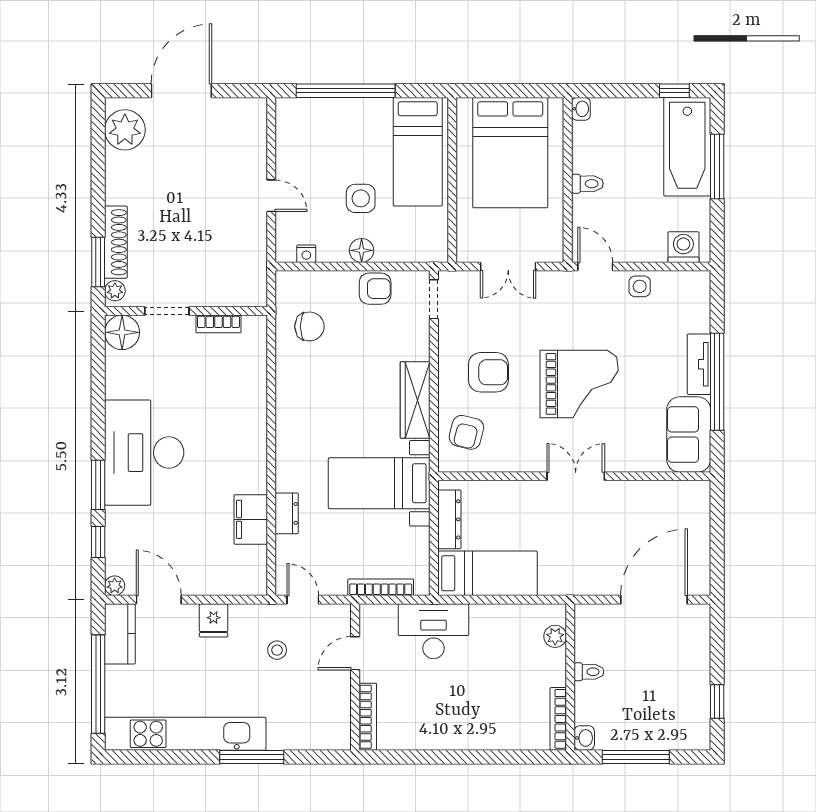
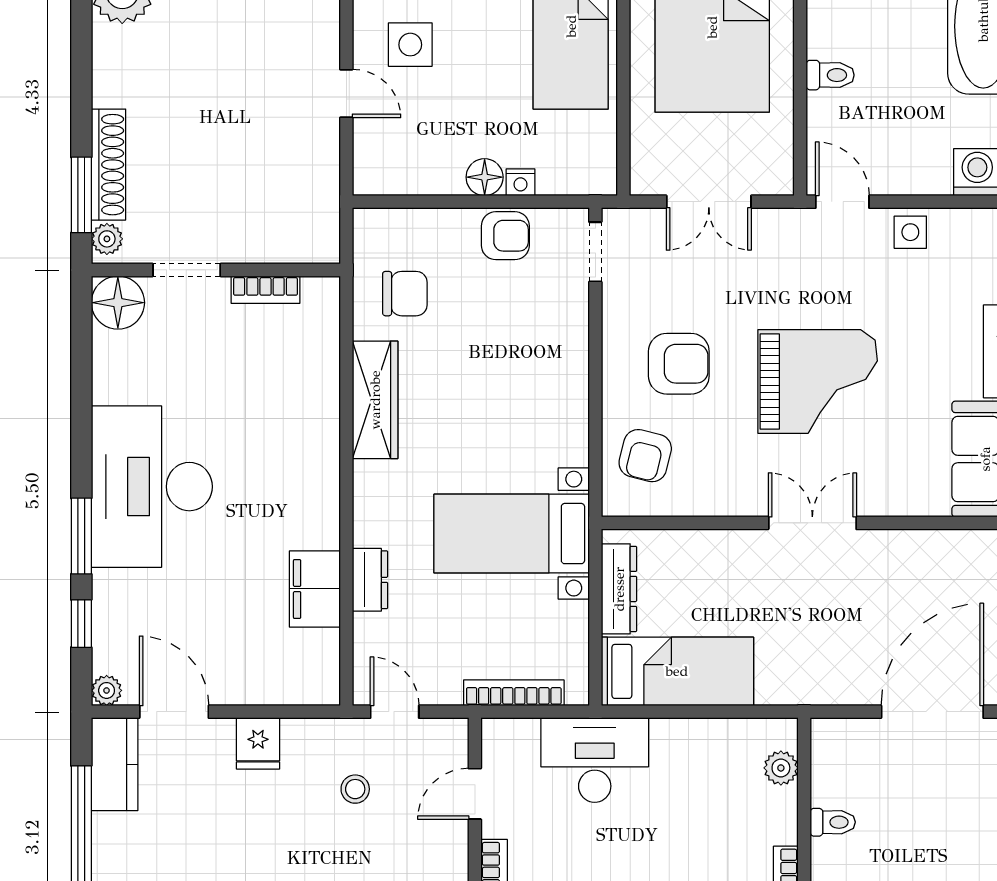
side table: (361, 198) -> (410, 45), moved
nightstand: (306, 254) -> (520, 182), moved
wardrobe: (415, 400) -> (375, 400), moved, turned 180

